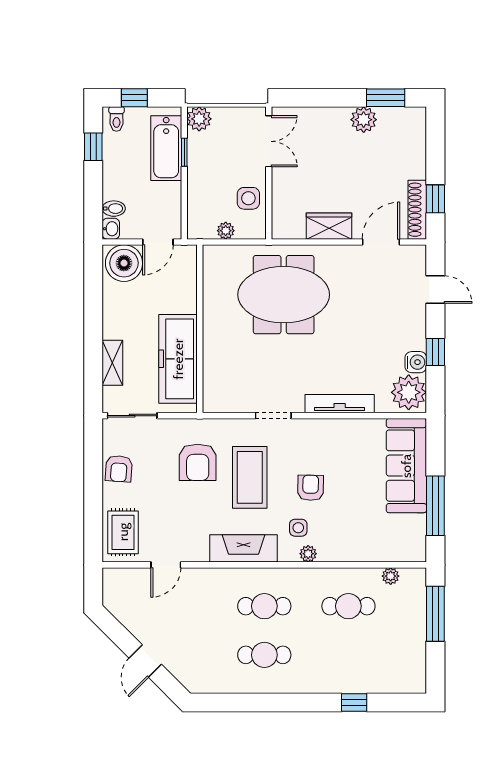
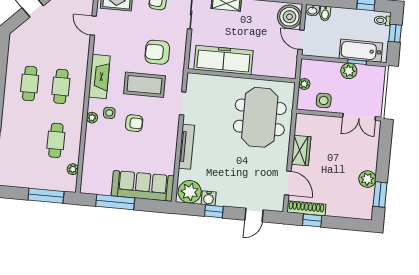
plant: (199, 119) -> (349, 71), moved
wall: (200, 329) -> (241, 76), moved
freezer: (178, 359) -> (224, 60), moved

